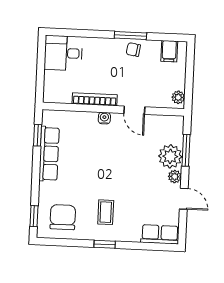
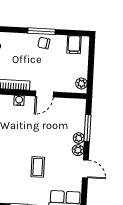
door: (134, 110) -> (44, 94), hinge flipped
plant: (170, 156) -> (79, 138), width x0.53, depth x0.53
coffee table: (106, 212) -> (38, 167), moved

